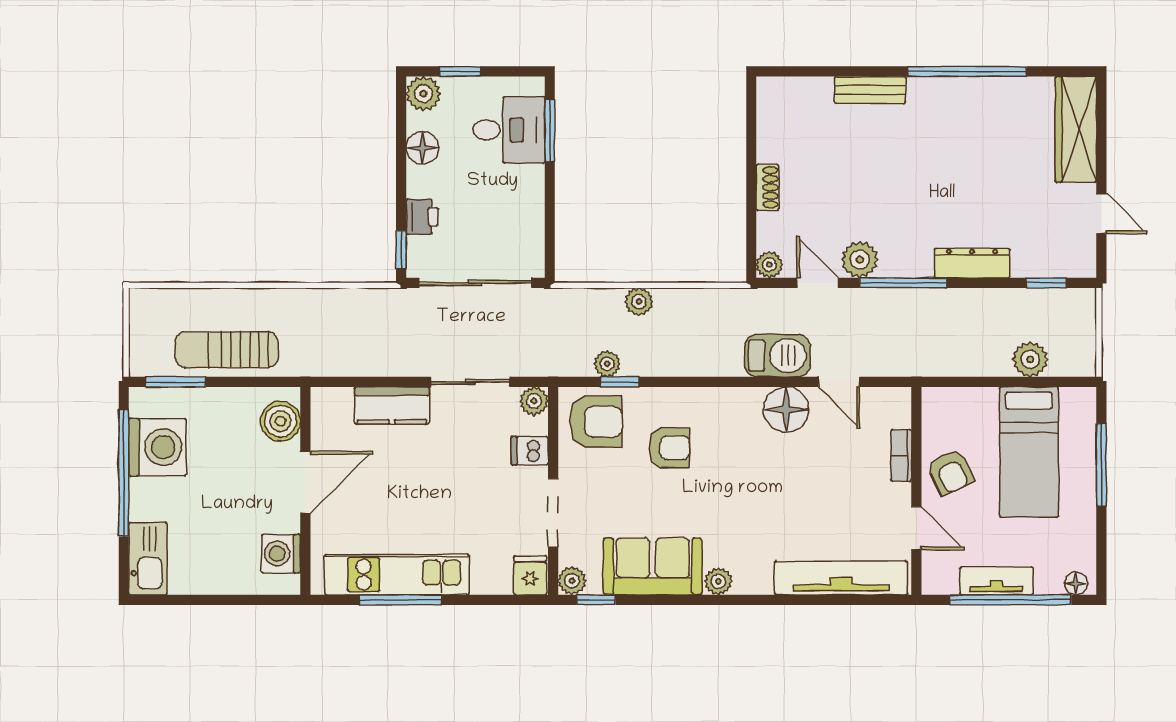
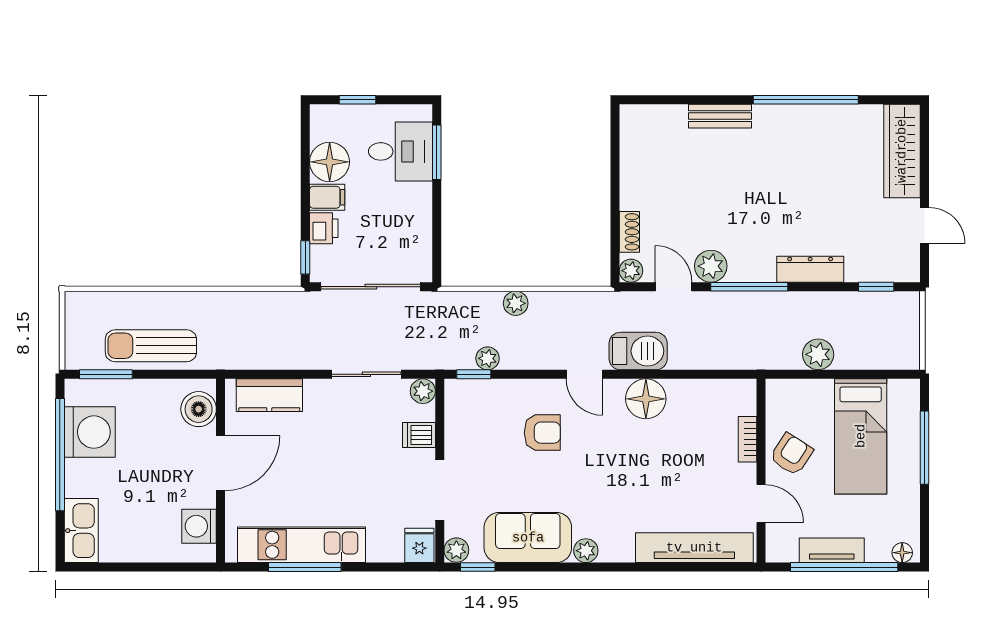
plant: (423, 94) -> (325, 119), removed
floor lamp: (422, 148) -> (330, 162), width x1.38, depth x1.38
filing cabinet: (426, 182) -> (327, 197), added
shoe rack: (767, 187) -> (629, 232), moved
plant: (1030, 359) -> (818, 354), moved
window: (620, 382) -> (474, 374), moved
door: (839, 382) -> (584, 374), moved
kitchen counter: (392, 405) -> (269, 395), moved
armchair: (596, 422) -> (478, 410), removed
armchair: (951, 472) -> (791, 454), turned -122

